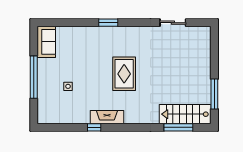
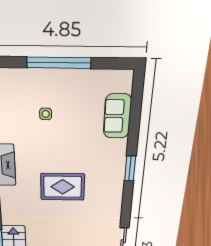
sofa: (46, 42) -> (117, 116), moved, turned 90

